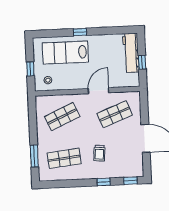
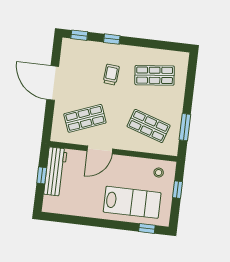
window: (80, 32) -> (147, 228), moved
workbench: (131, 53) -> (55, 172), moved
shop shelf: (62, 117) -> (149, 126), turned 42
window: (34, 156) -> (185, 127), moved

